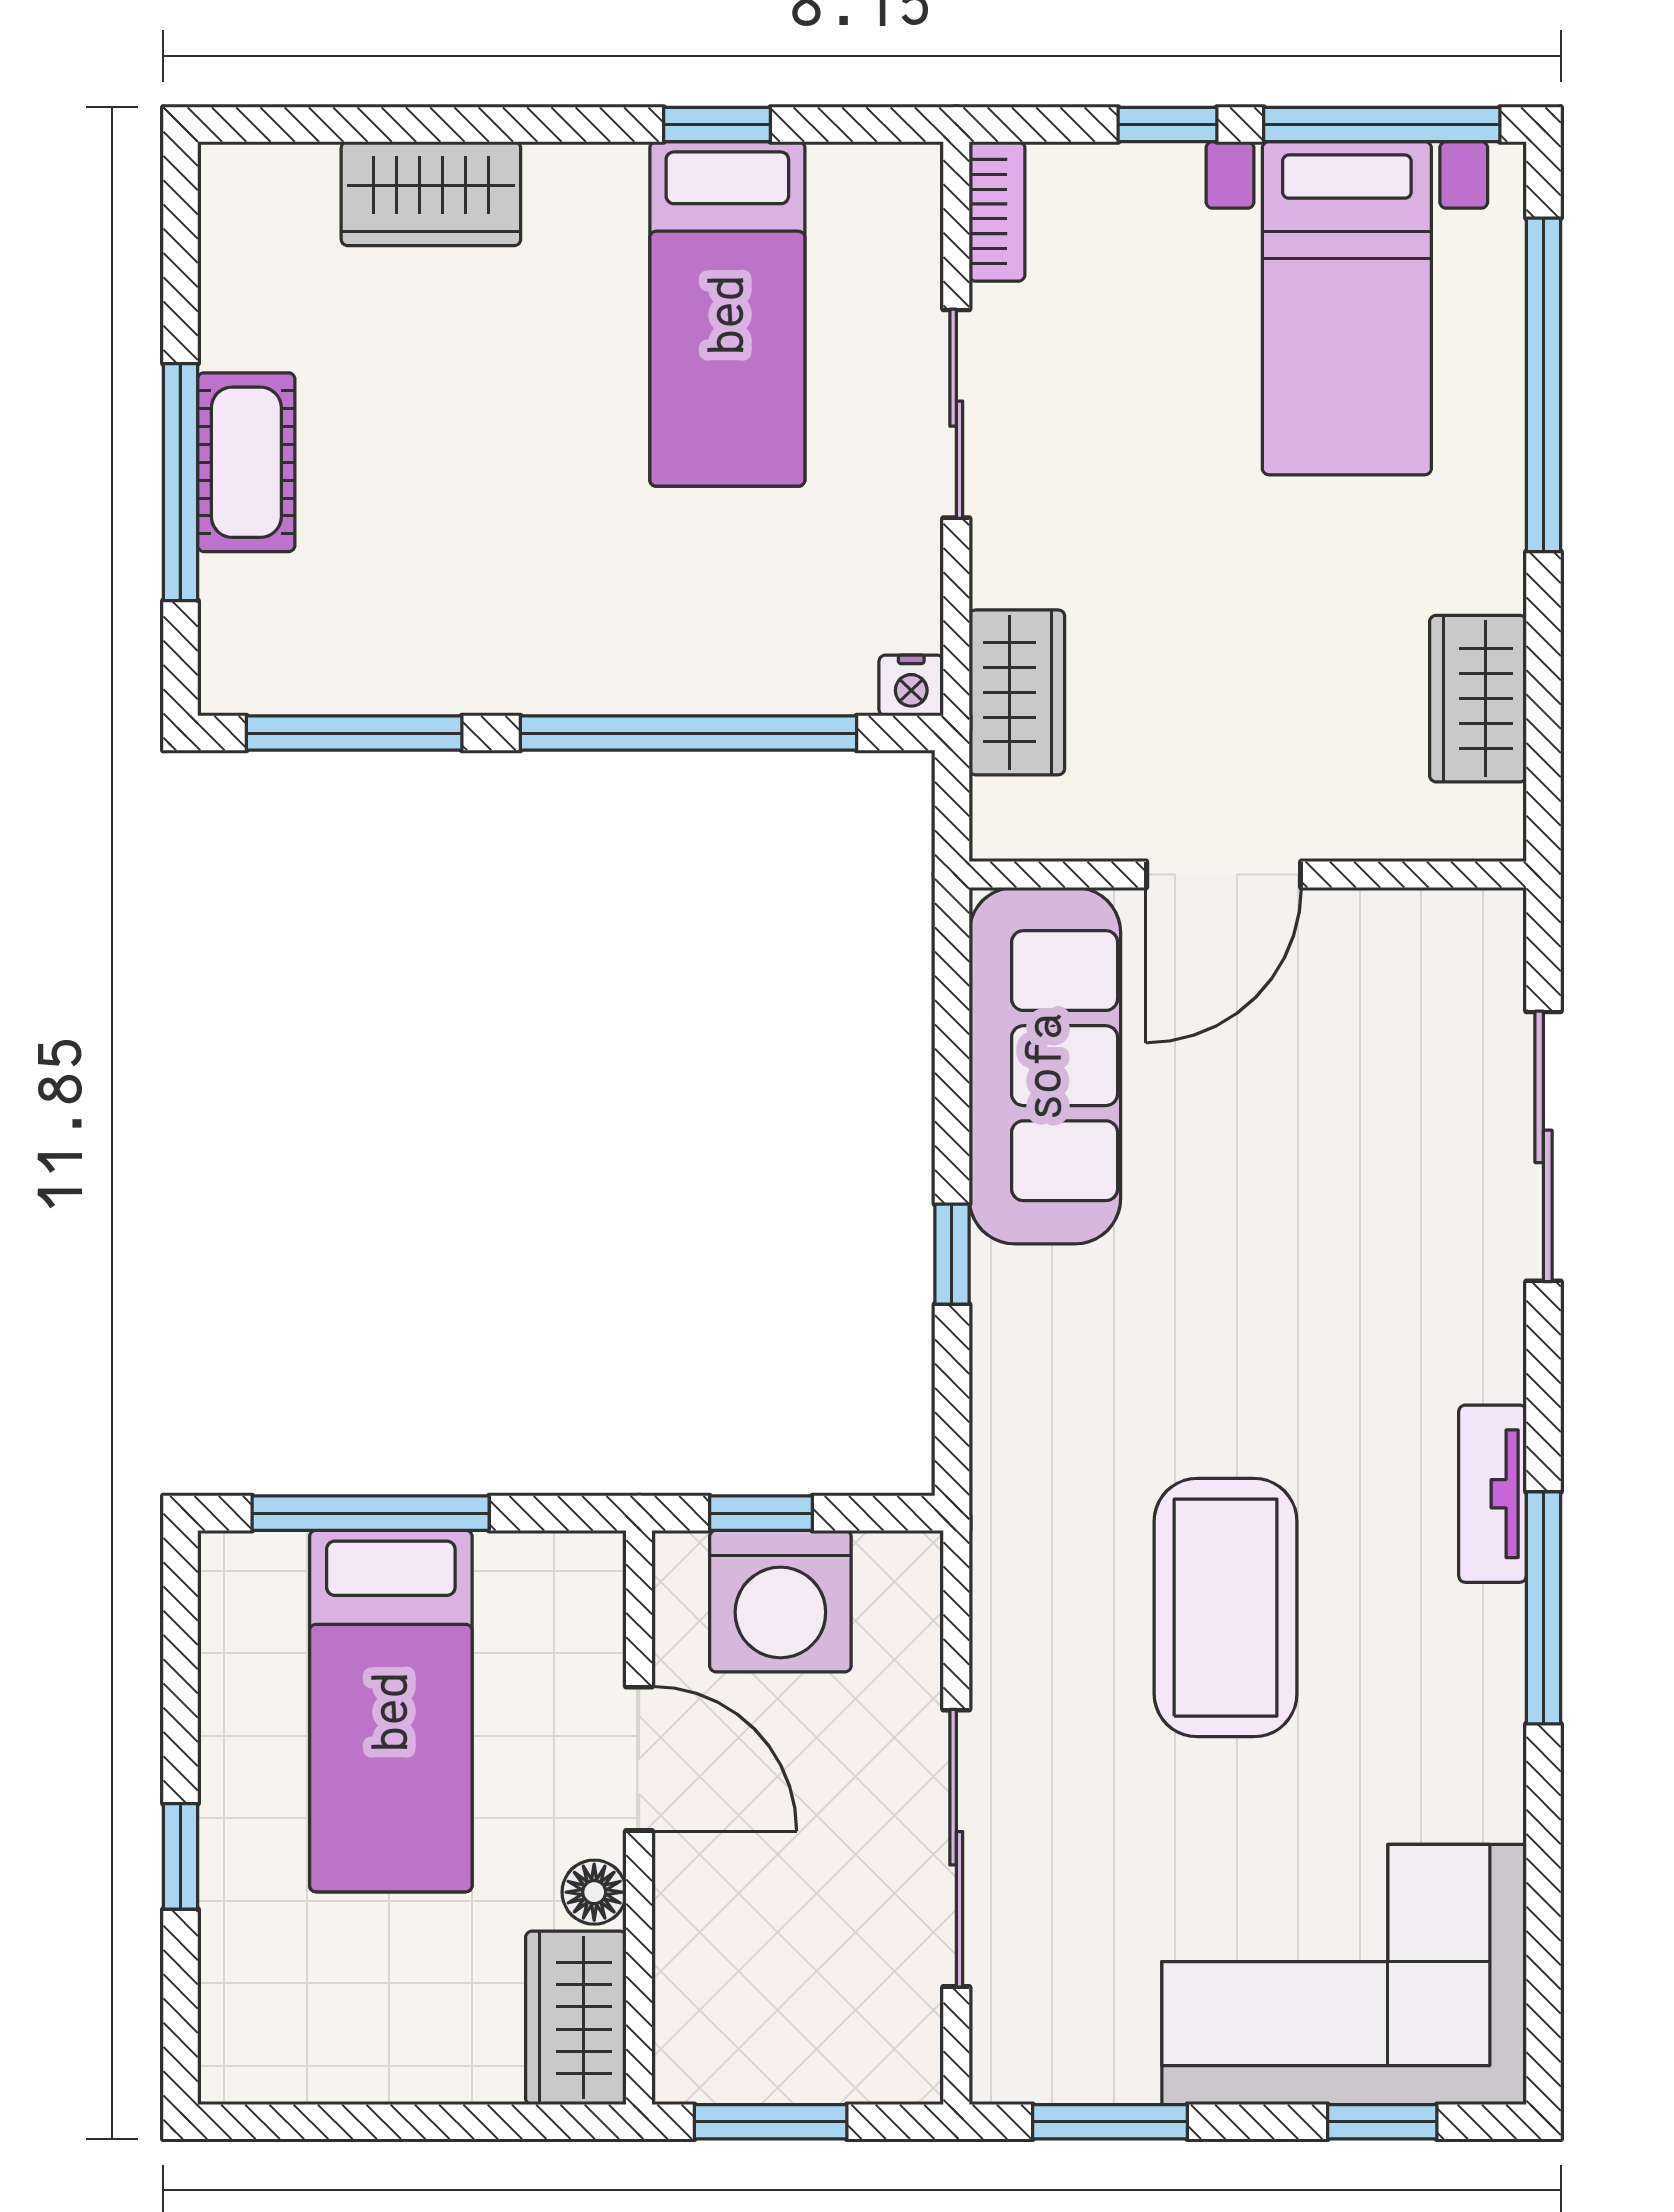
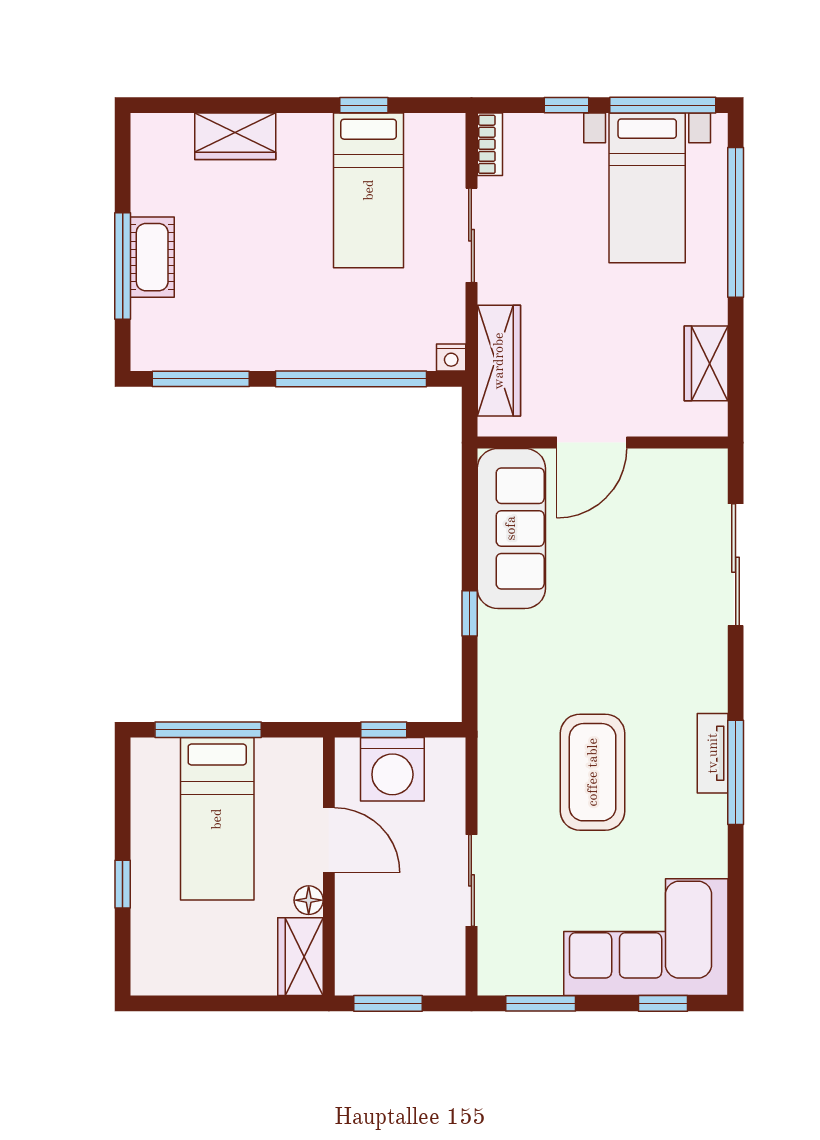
wardrobe: (1017, 692) -> (499, 361), width x1.50
tv unit: (1492, 1494) -> (713, 753), moved
sliding door: (956, 1848) -> (471, 880), width x0.73

